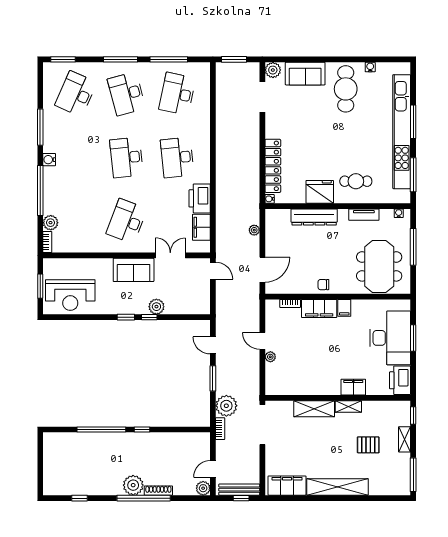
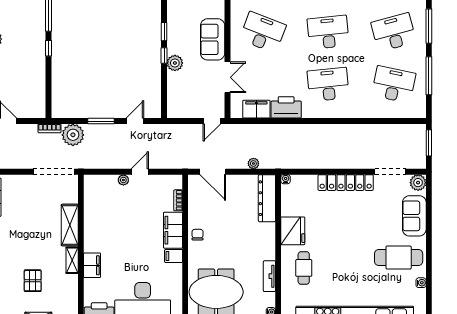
locker: (273, 166) -> (346, 183), moved
dresser: (314, 217) -> (267, 198), moved

